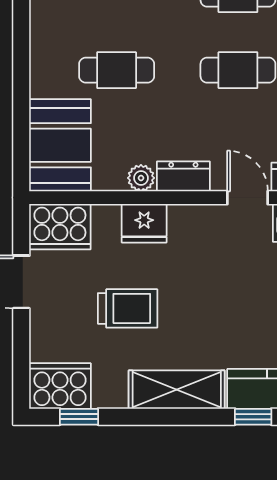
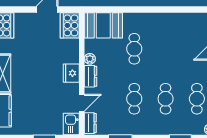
fridge: (144, 223) -> (71, 73), moved
trolley: (128, 308) -> (36, 53), removed

